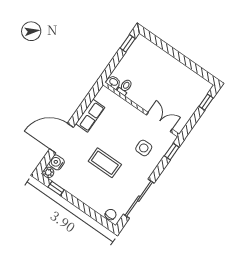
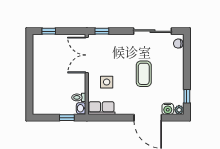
window: (128, 43) -> (67, 118), moved
row of seats: (90, 116) -> (101, 108), moved
double door: (159, 122) -> (87, 55), width x1.37
side table: (144, 148) -> (107, 82), moved

